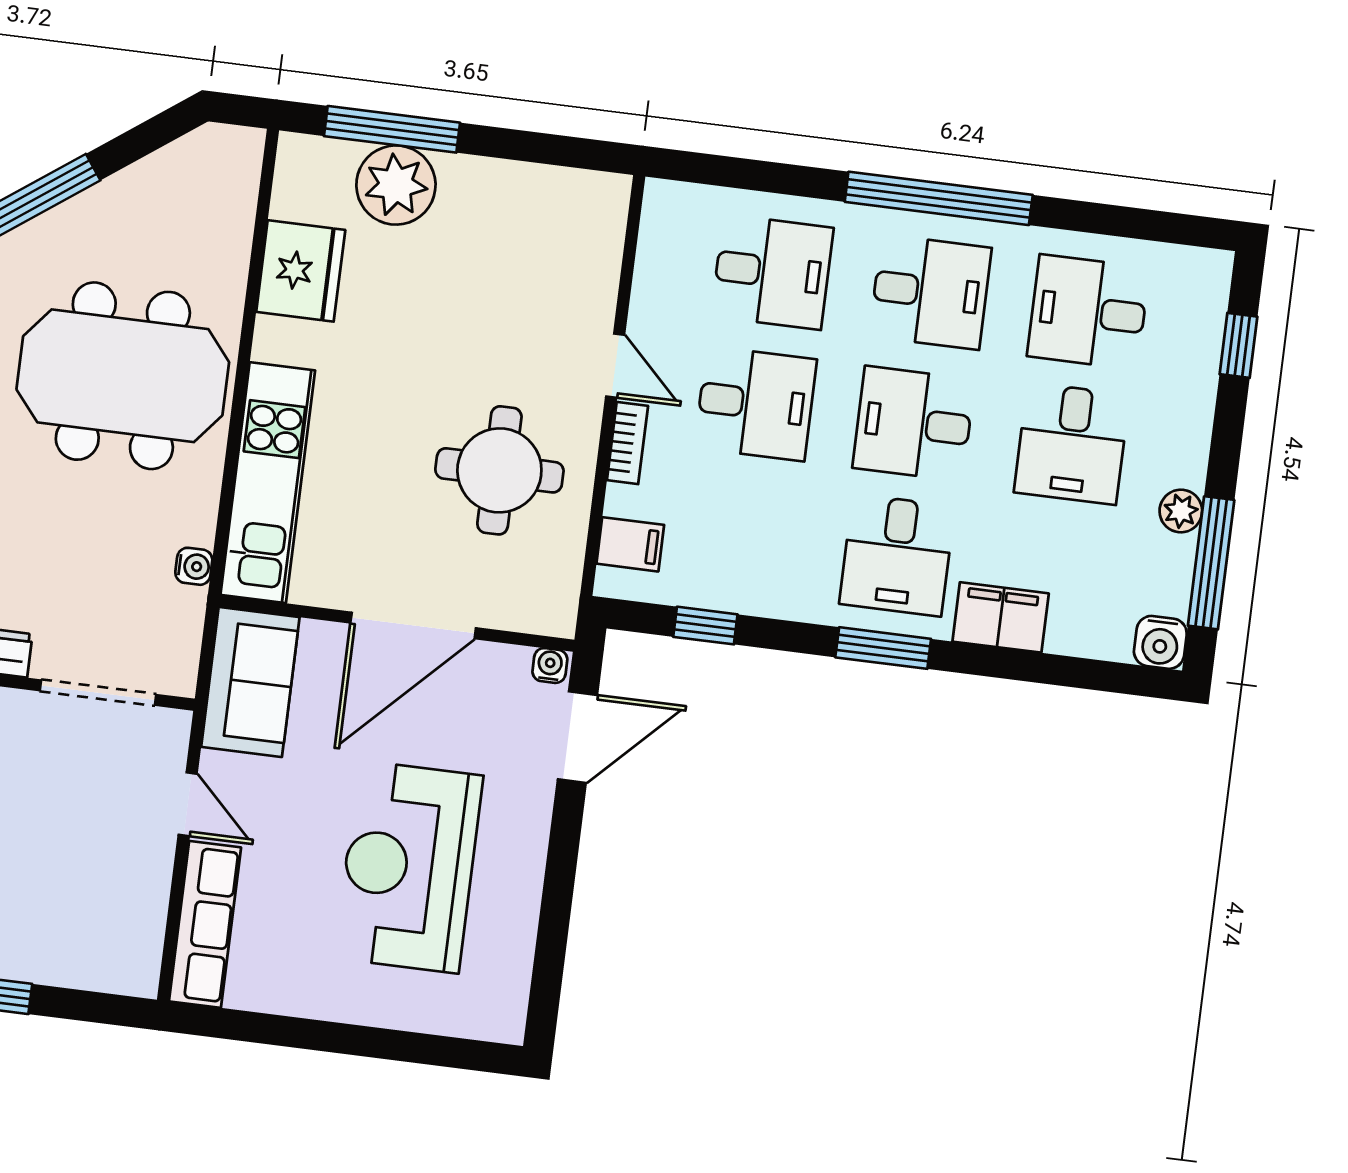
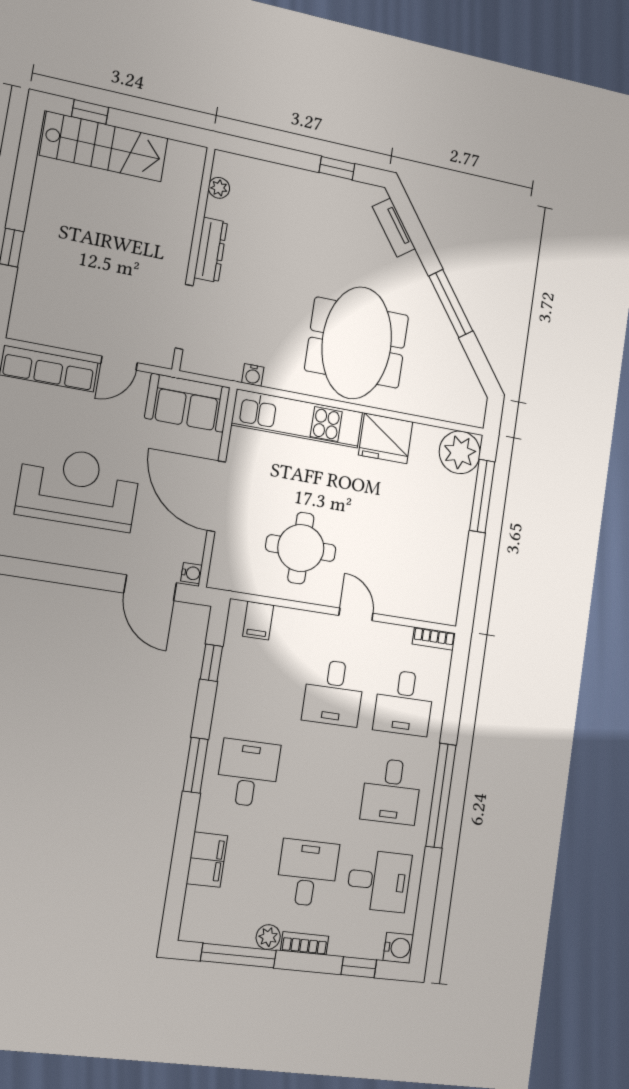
plant: (396, 185) -> (460, 452), moved
fridge: (301, 271) -> (386, 438), moved
desk: (1088, 312) -> (379, 881), turned 90
door: (615, 366) -> (356, 614), swing flipped
desk: (914, 424) -> (320, 782), removed
bookcase: (627, 443) -> (434, 639), moved
desk: (1072, 444) -> (307, 873), turned 90
bookcase: (1194, 445) -> (305, 943), added
desk: (897, 555) -> (248, 773), turned 90
filing cabinet: (1001, 617) -> (207, 860), moved
water cooler: (1160, 642) -> (398, 948), moved, turned 180

